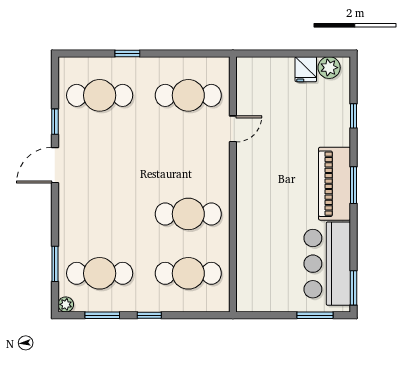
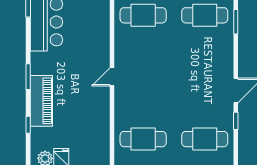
door: (233, 129) -> (112, 77), moved
piano: (335, 184) -> (41, 101), moved
cafe table: (188, 214) -> (143, 57), removed

